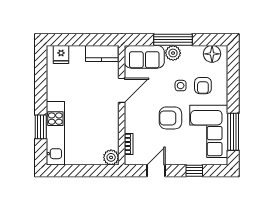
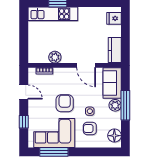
plant: (111, 157) -> (55, 57), moved

